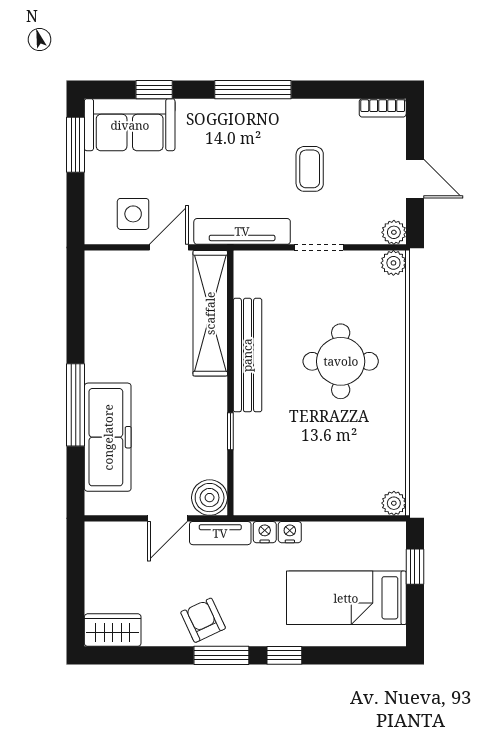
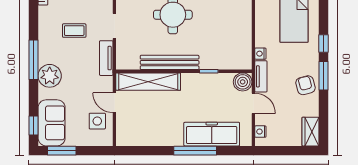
window: (154, 90) -> (34, 125), moved
plant: (221, 121) -> (50, 76), added
tv unit: (242, 231) -> (106, 58), width x0.71
nightstand: (290, 532) -> (260, 132), moved
armchair: (203, 620) -> (306, 85), turned 100

